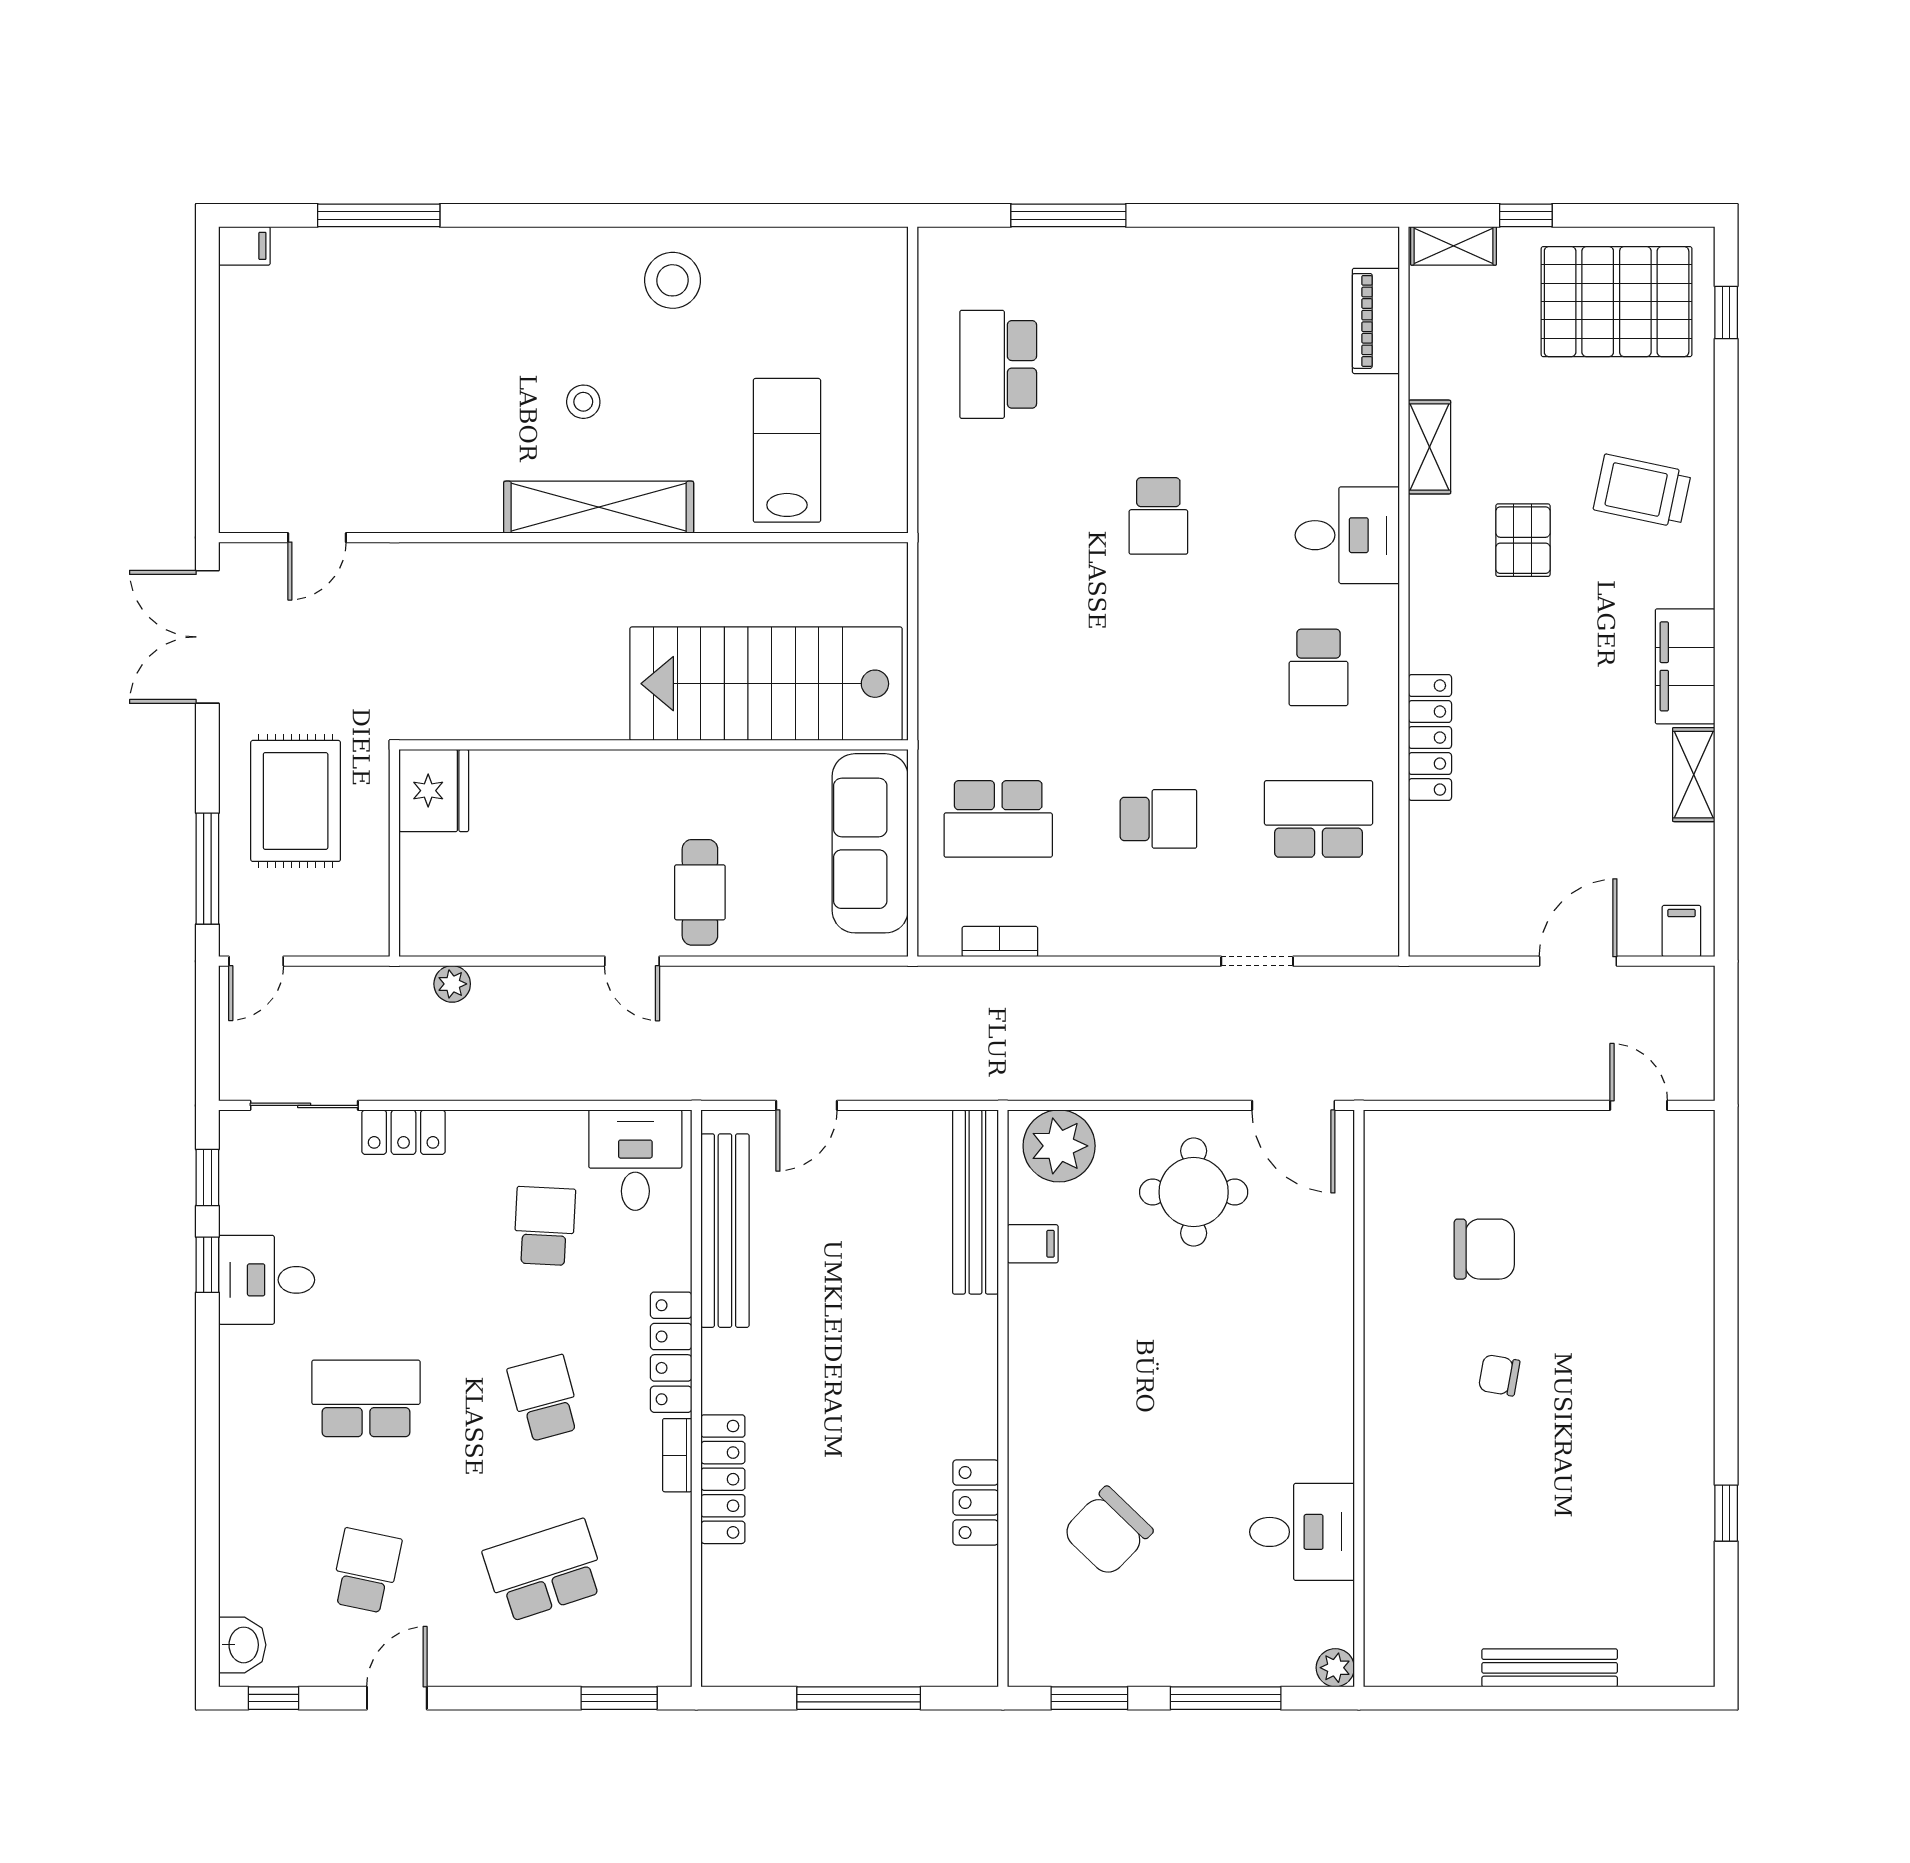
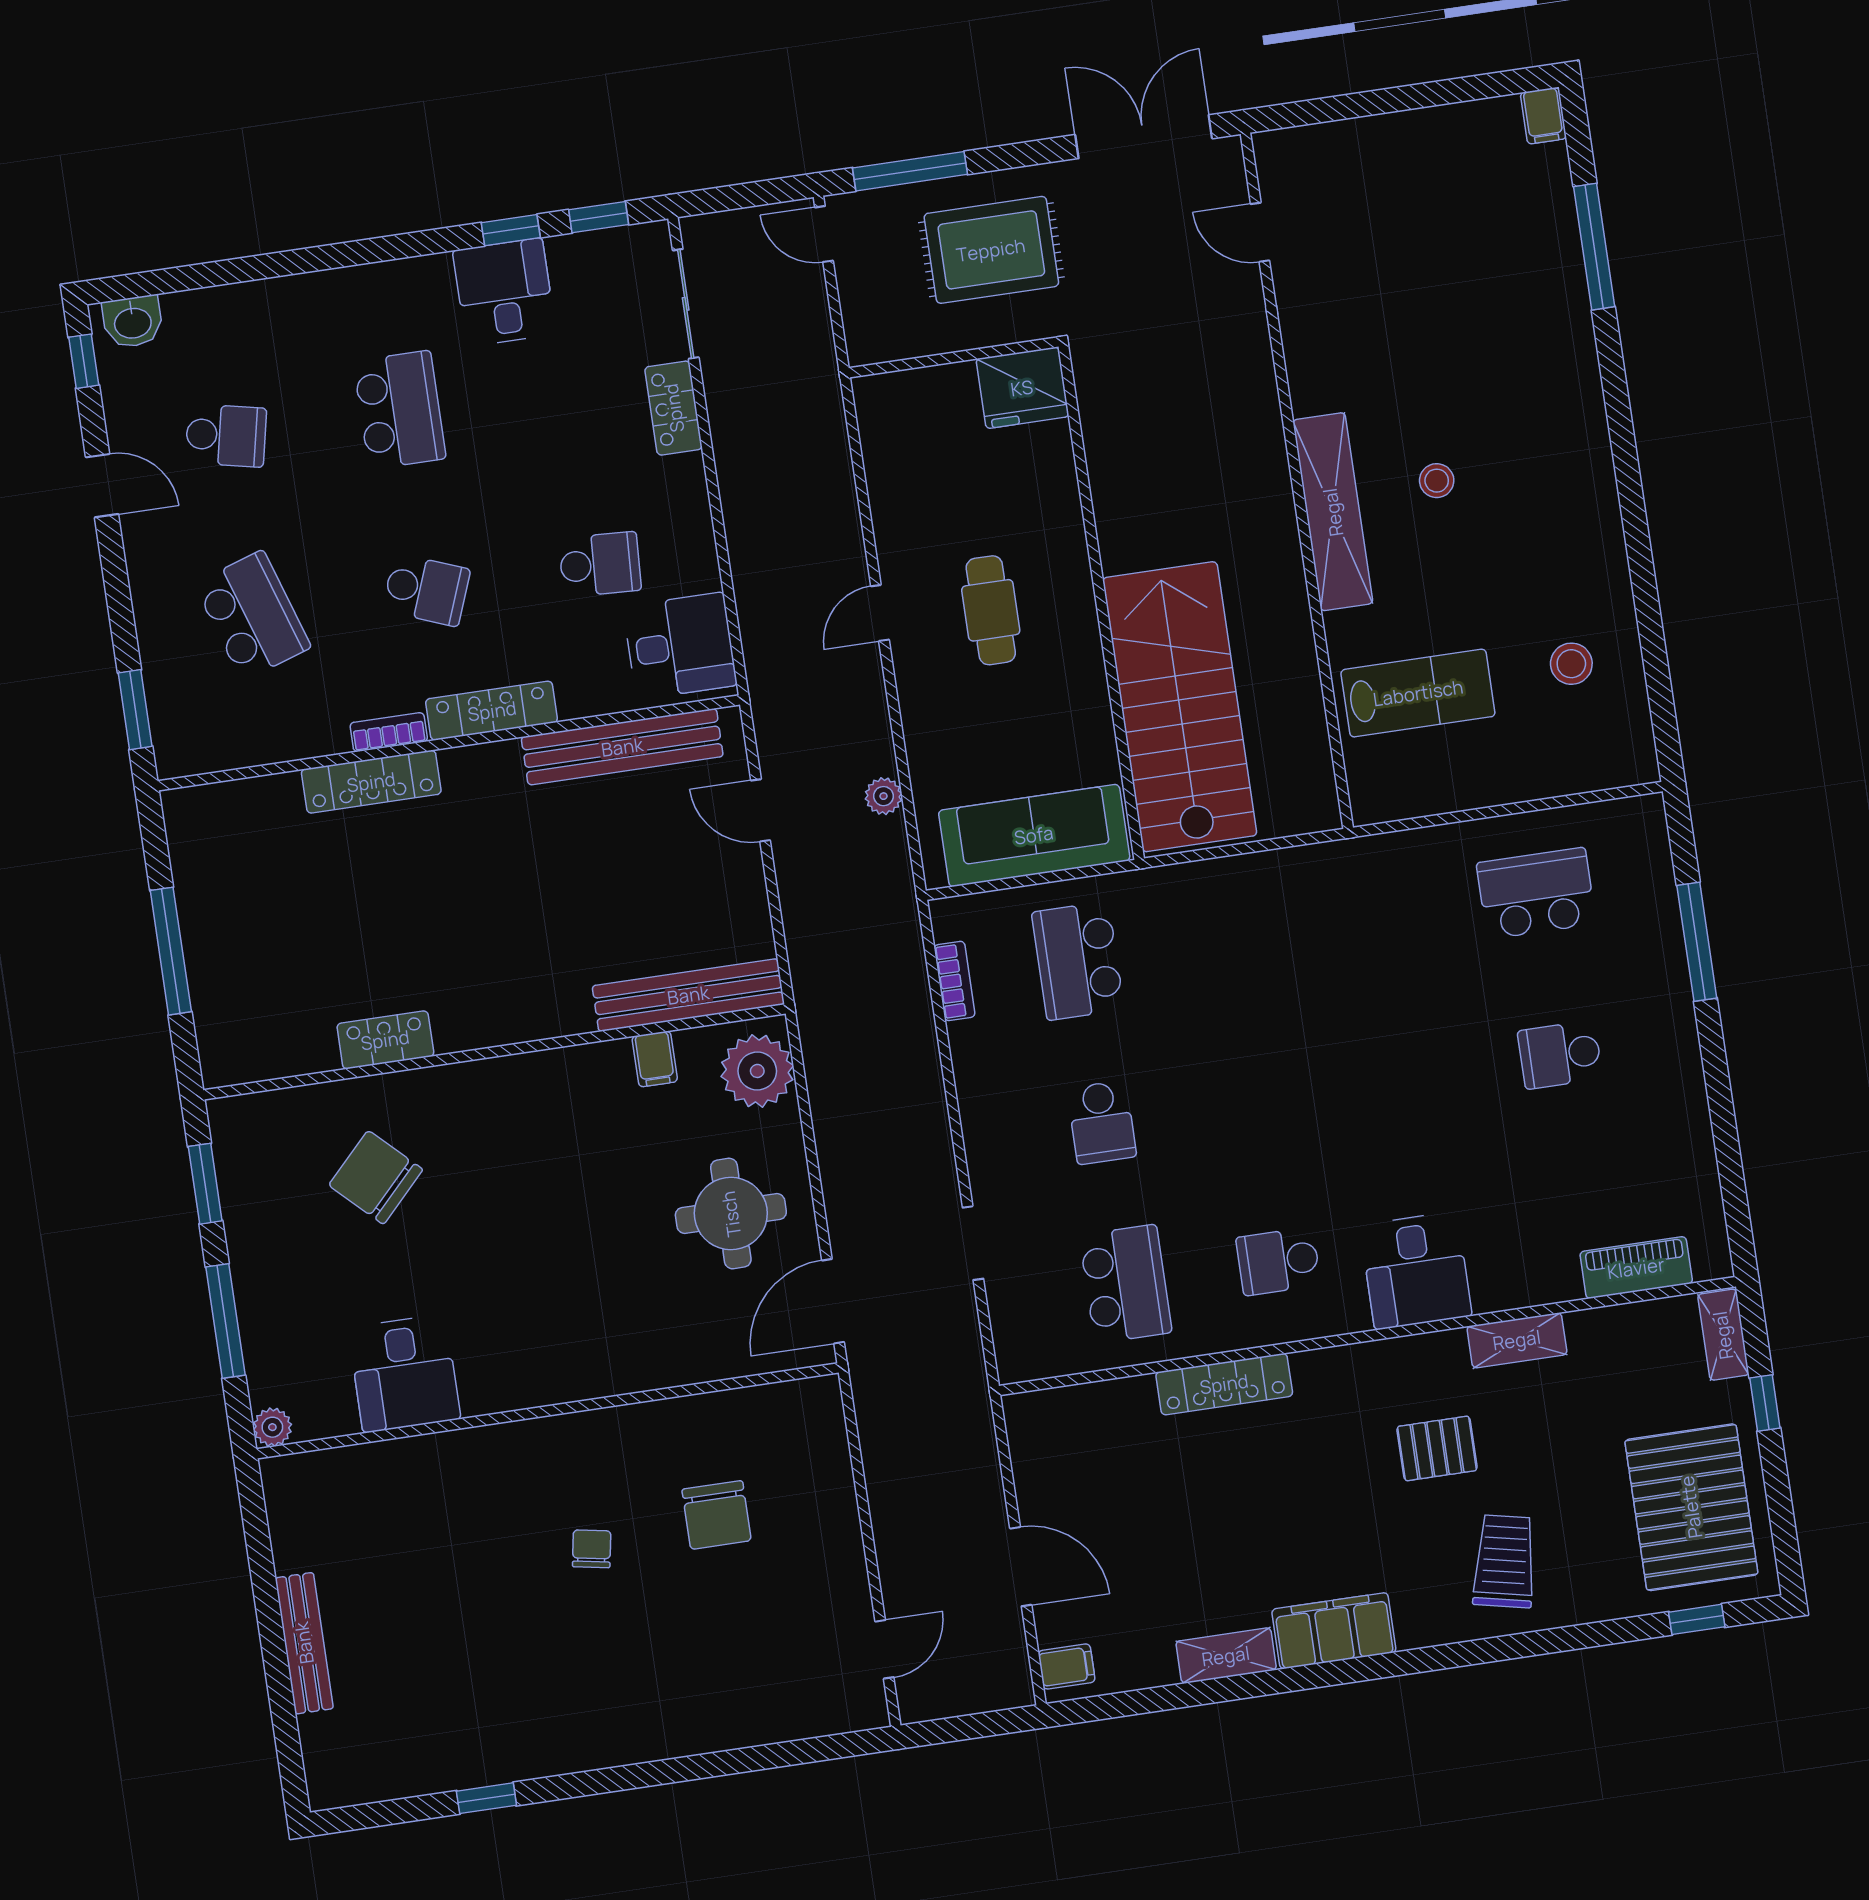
stool: (673, 280) -> (1571, 664), moved, width x0.73, depth x0.73
school desk: (1158, 516) -> (1560, 1055), moved
cafe table: (700, 892) -> (991, 610), moved, turned 90
plant: (452, 984) -> (884, 796), moved
school desk: (545, 1398) -> (426, 590), turned 36

